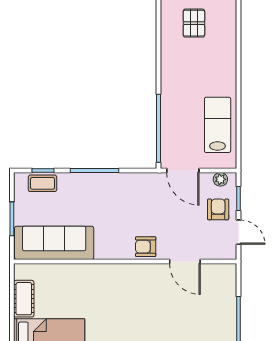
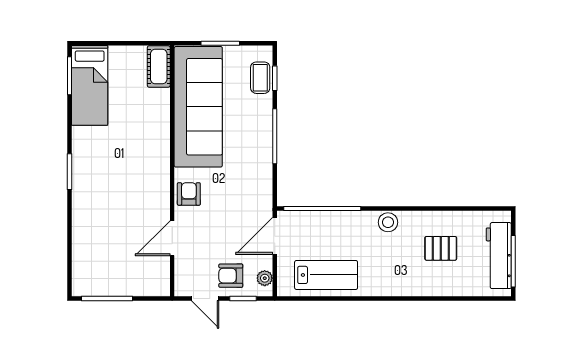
stool: (171, 70) -> (388, 222), added
armchair: (218, 209) -> (231, 276), turned 180
door: (238, 232) -> (205, 299), hinge flipped
sofa: (54, 243) -> (198, 107), width x1.36, depth x1.27
cot: (24, 299) -> (159, 67), moved, turned 90

